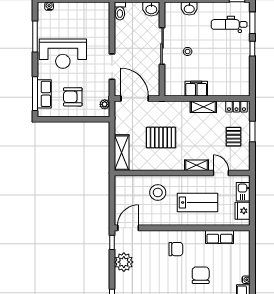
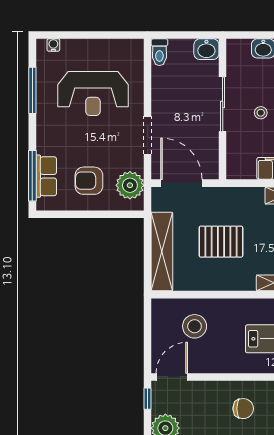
reception desk: (63, 54) -> (93, 94), moved
plant: (105, 104) -> (130, 185), width x1.88, depth x1.88
shelving: (122, 153) -> (162, 252), width x1.47
stool: (158, 193) -> (195, 326), moved

